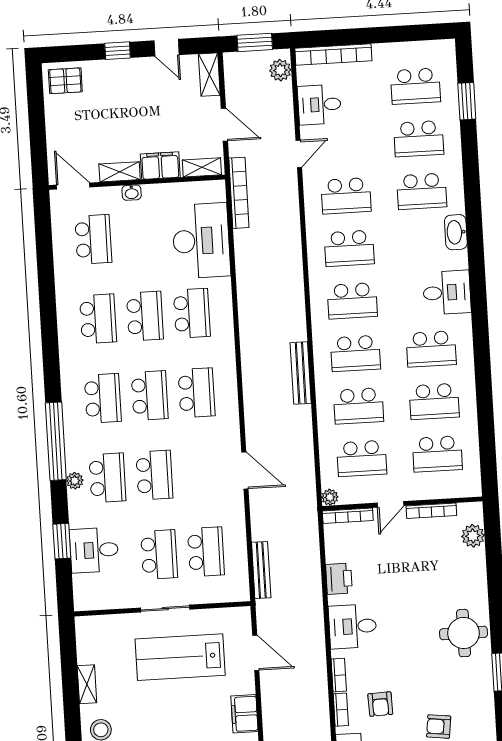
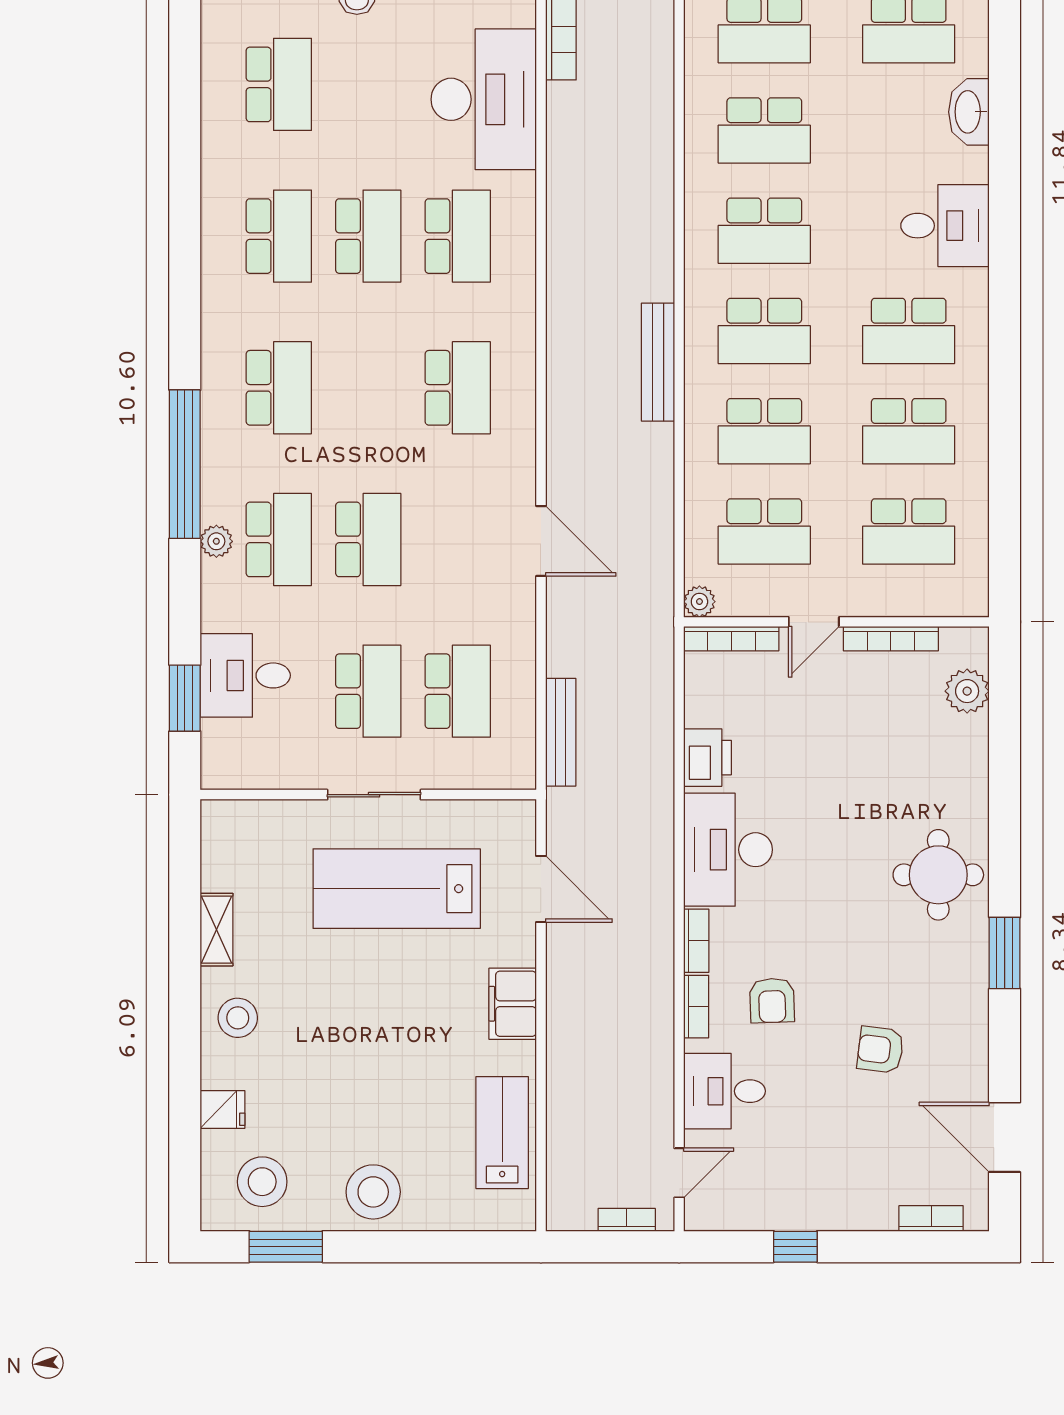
school desk: (150, 396) -> (368, 388), removed
window: (62, 541) -> (185, 698), moved
desk: (353, 626) -> (728, 850), width x1.37

